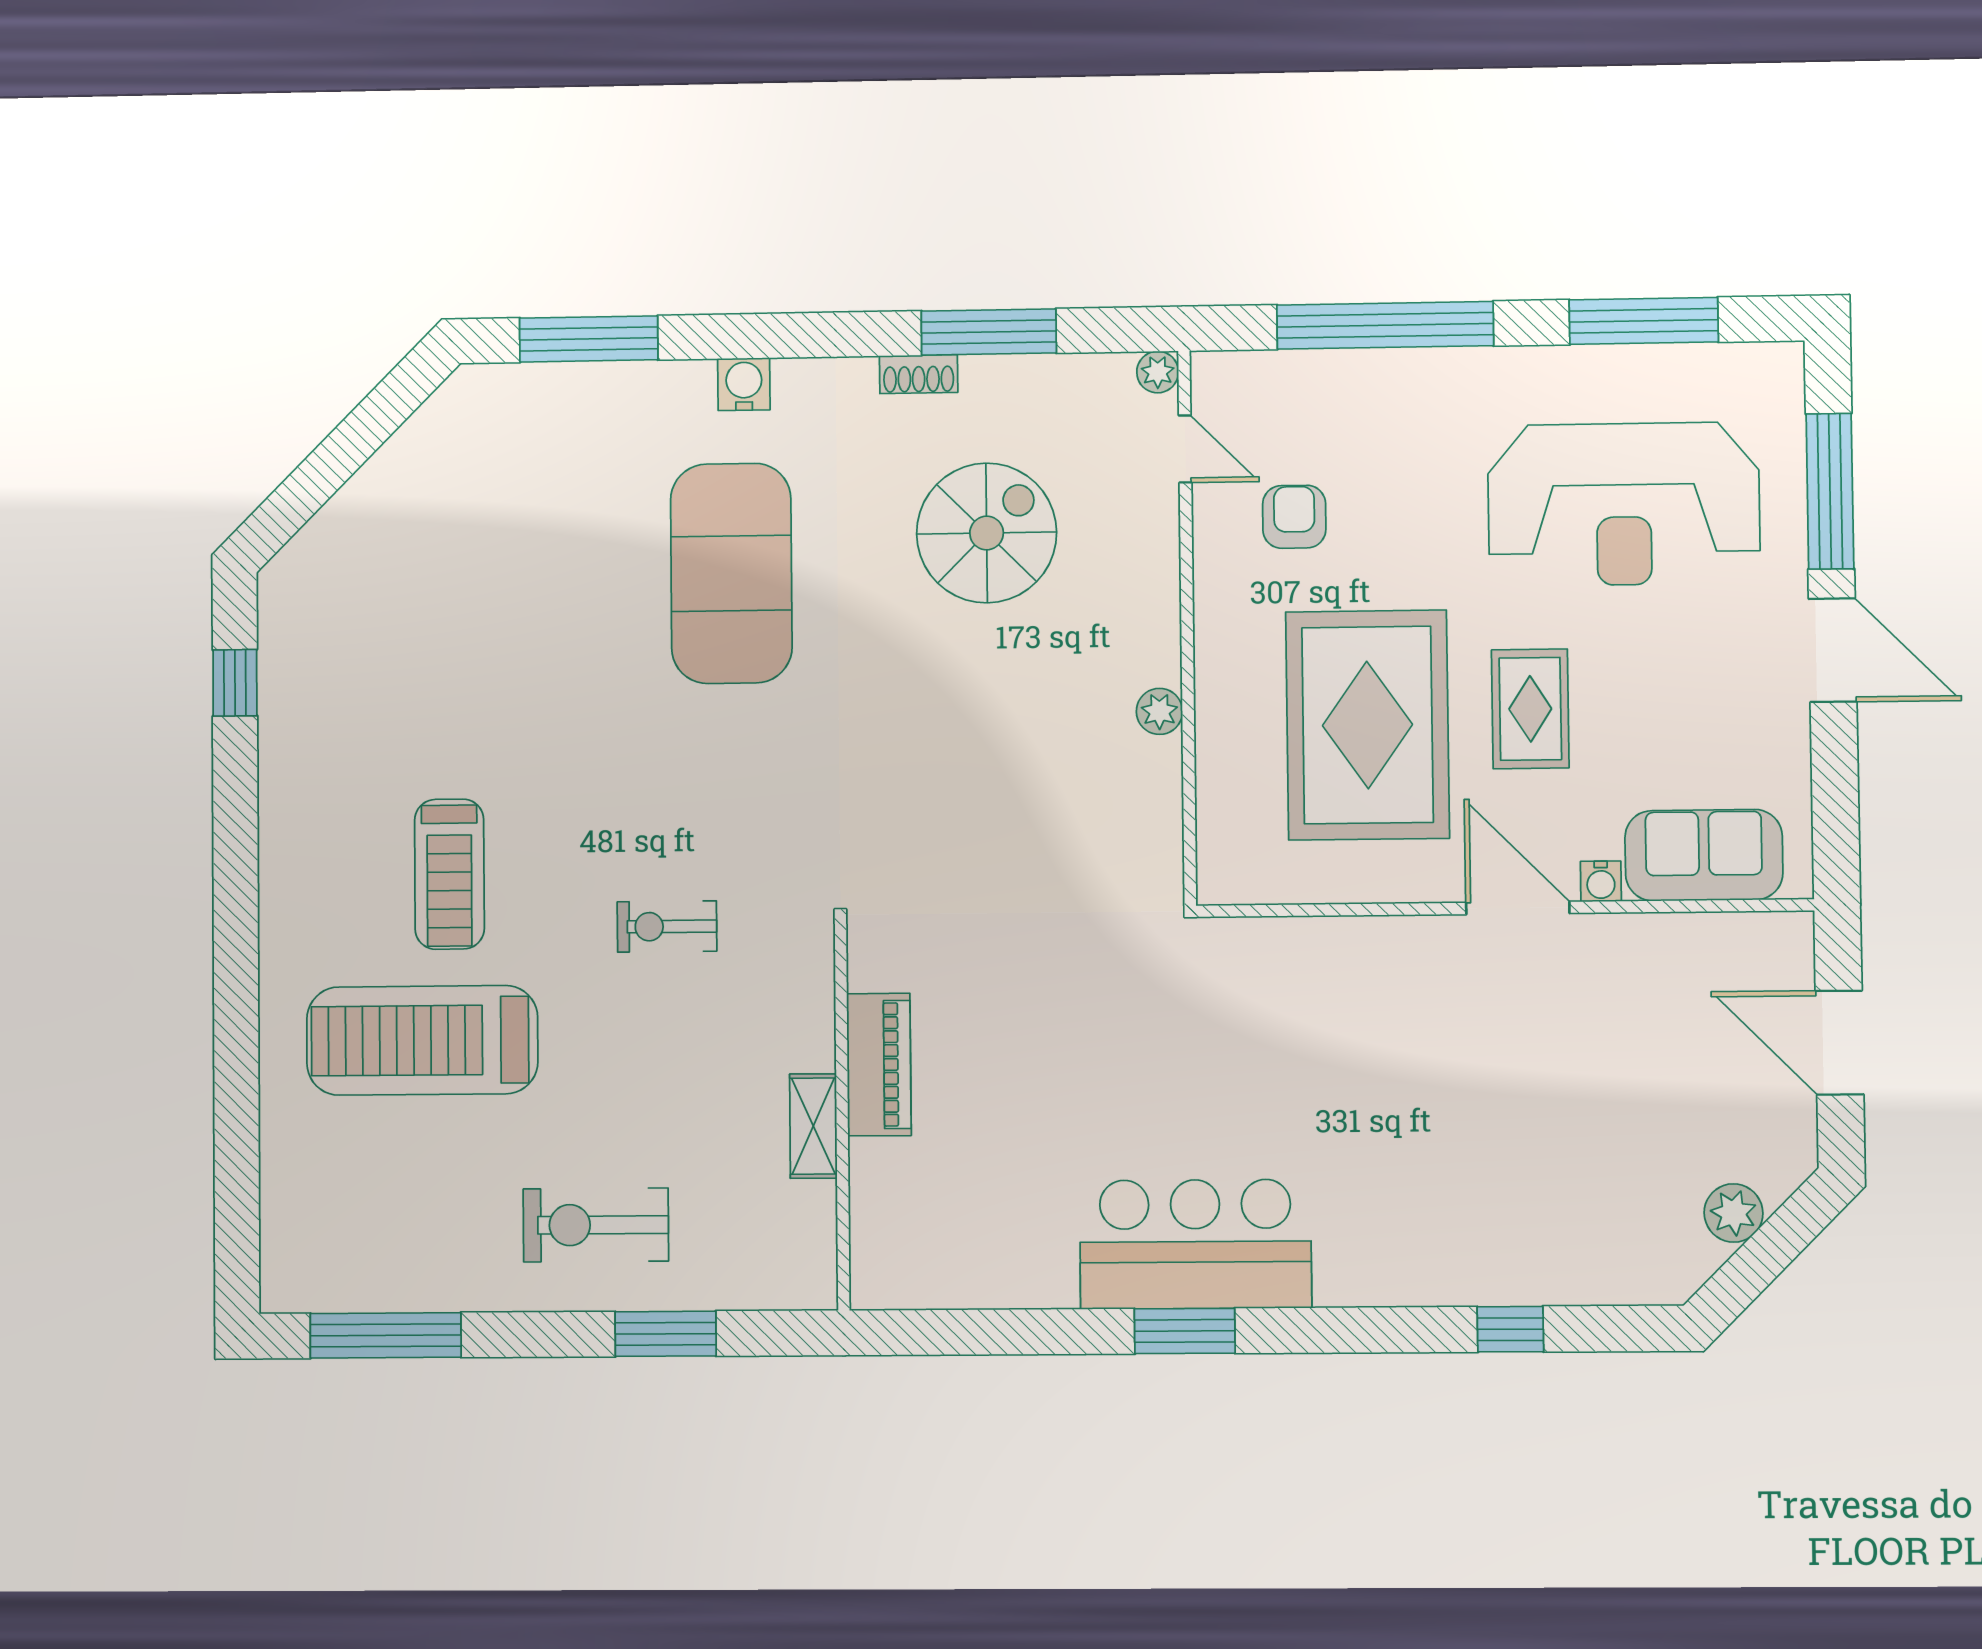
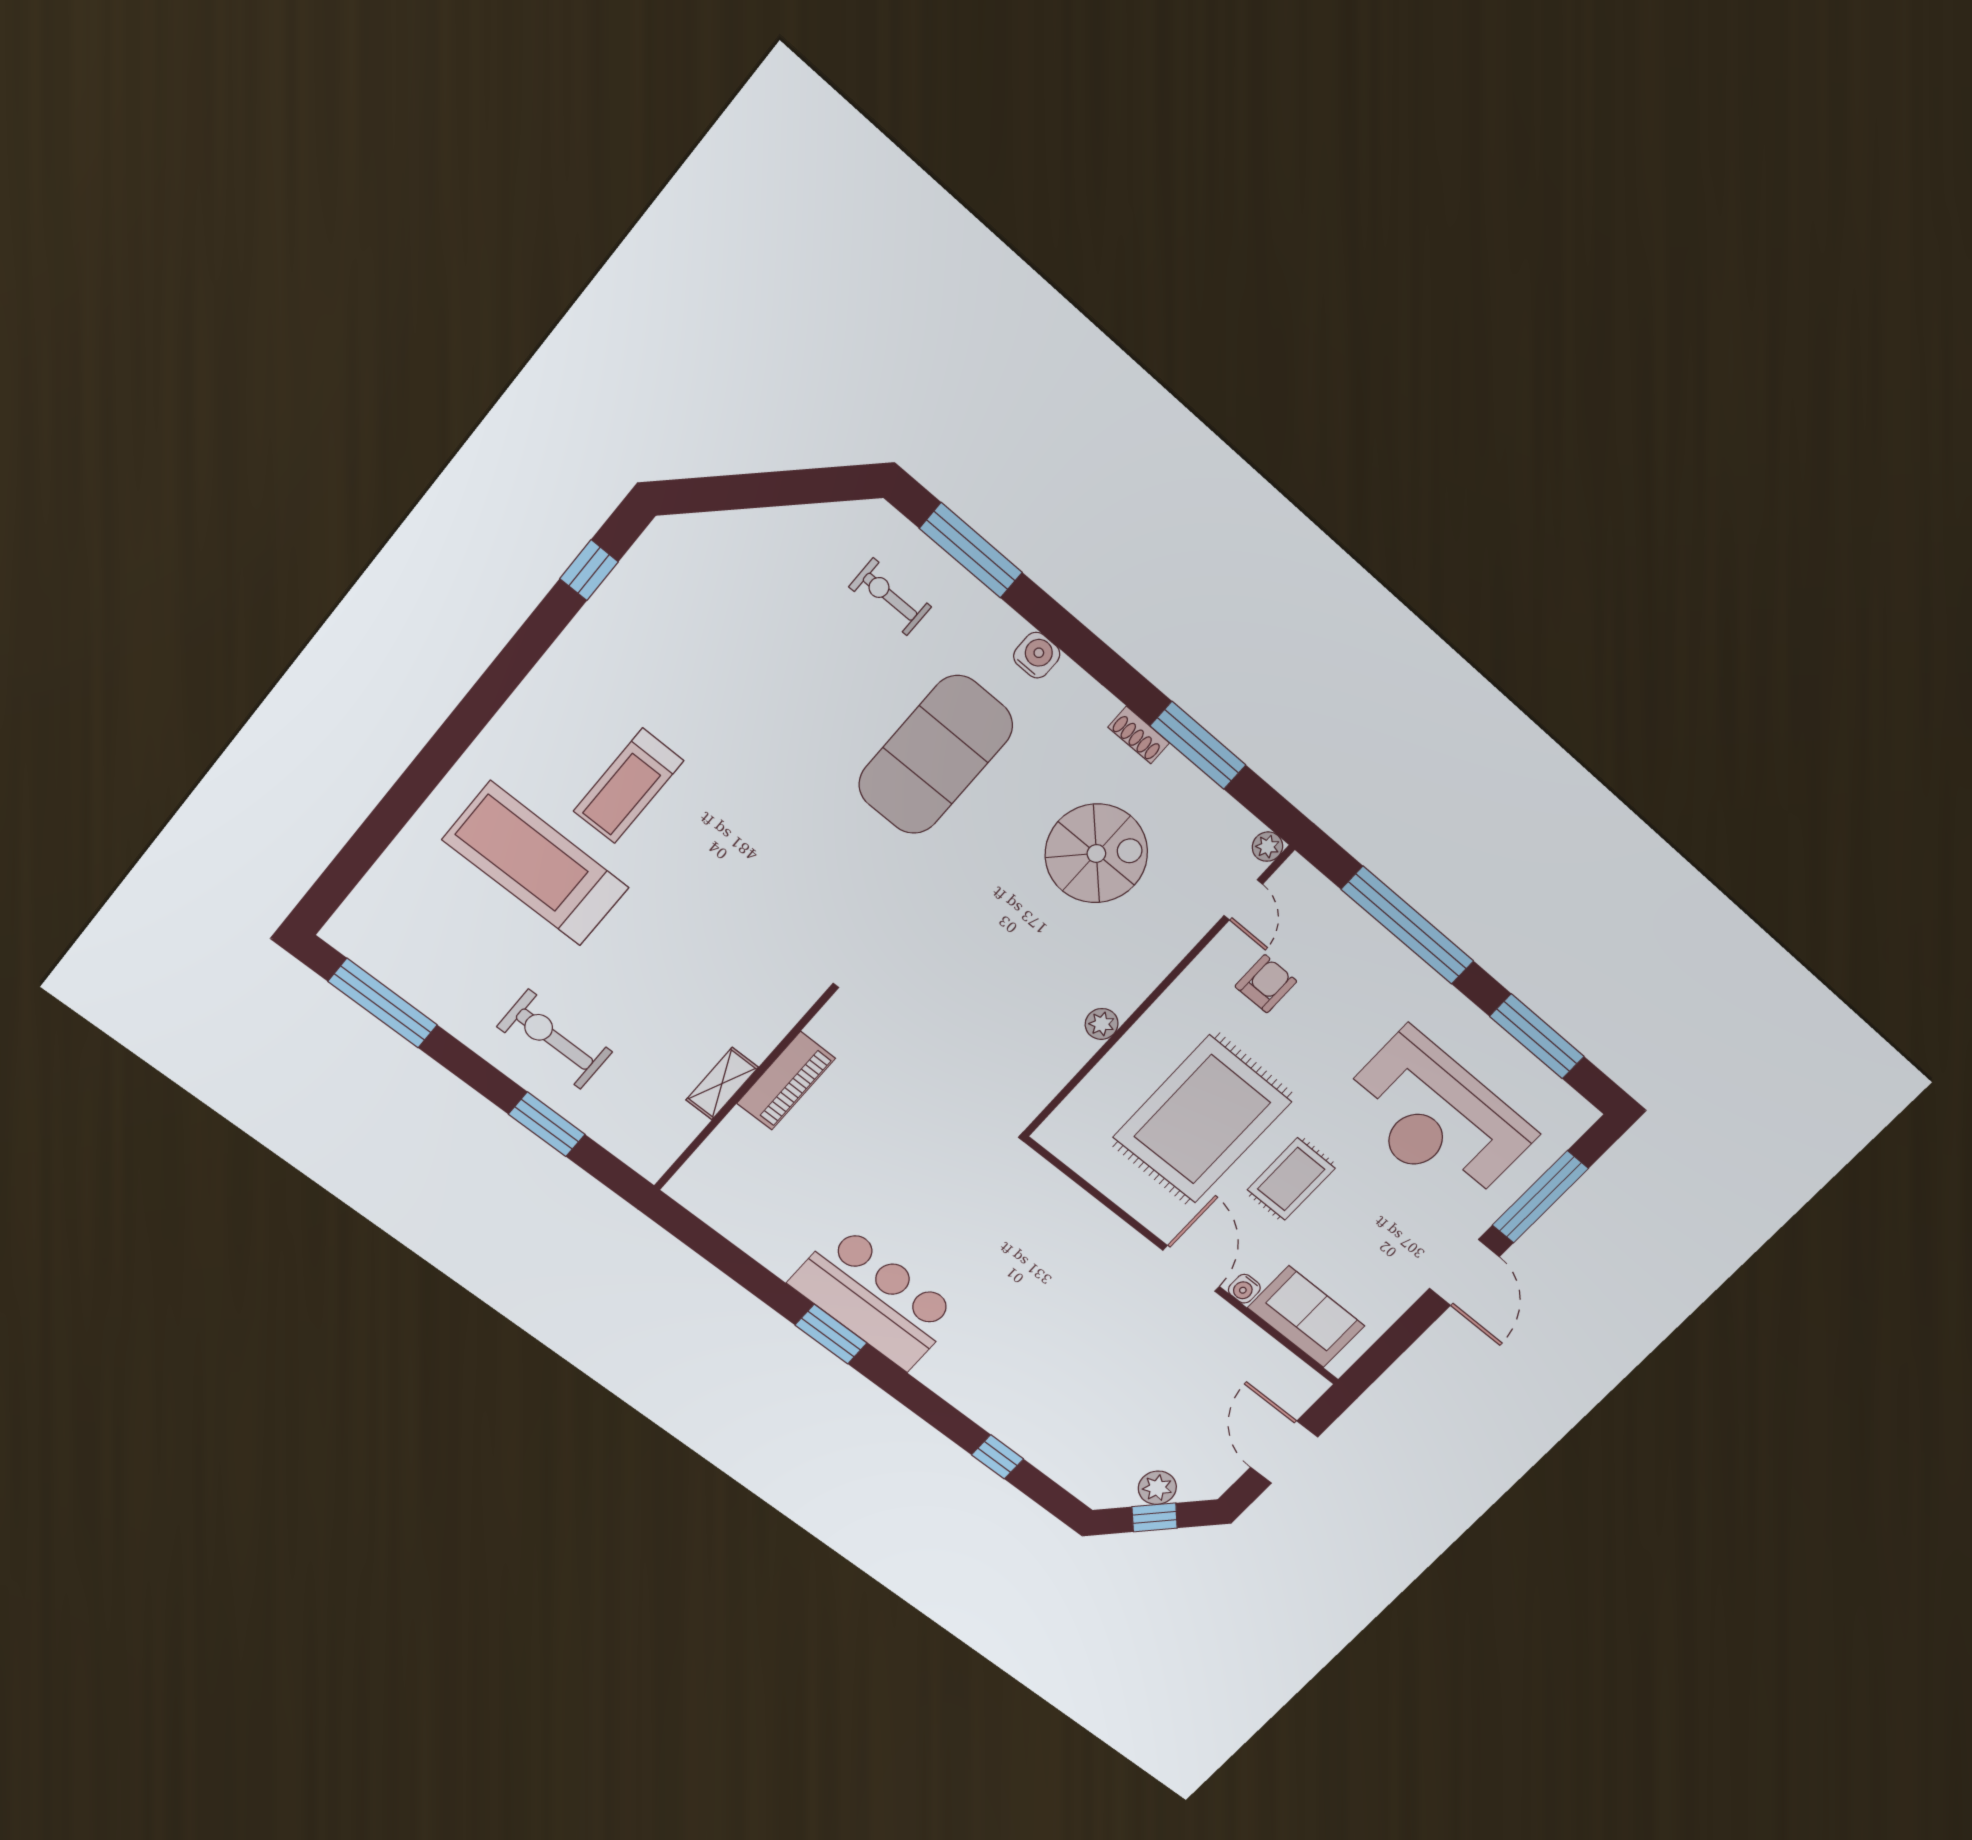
exercise bike: (667, 927) -> (890, 597), moved
window: (1766, 1254) -> (1155, 1517), added

